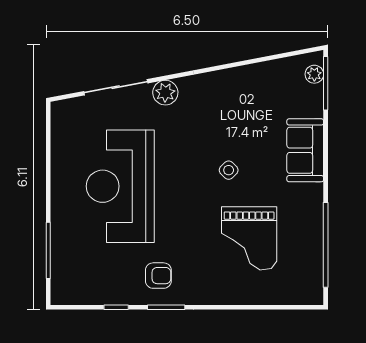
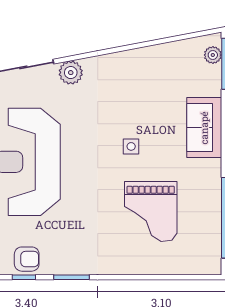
side table: (229, 170) -> (131, 146), turned 45
armchair: (158, 276) -> (27, 259), moved

